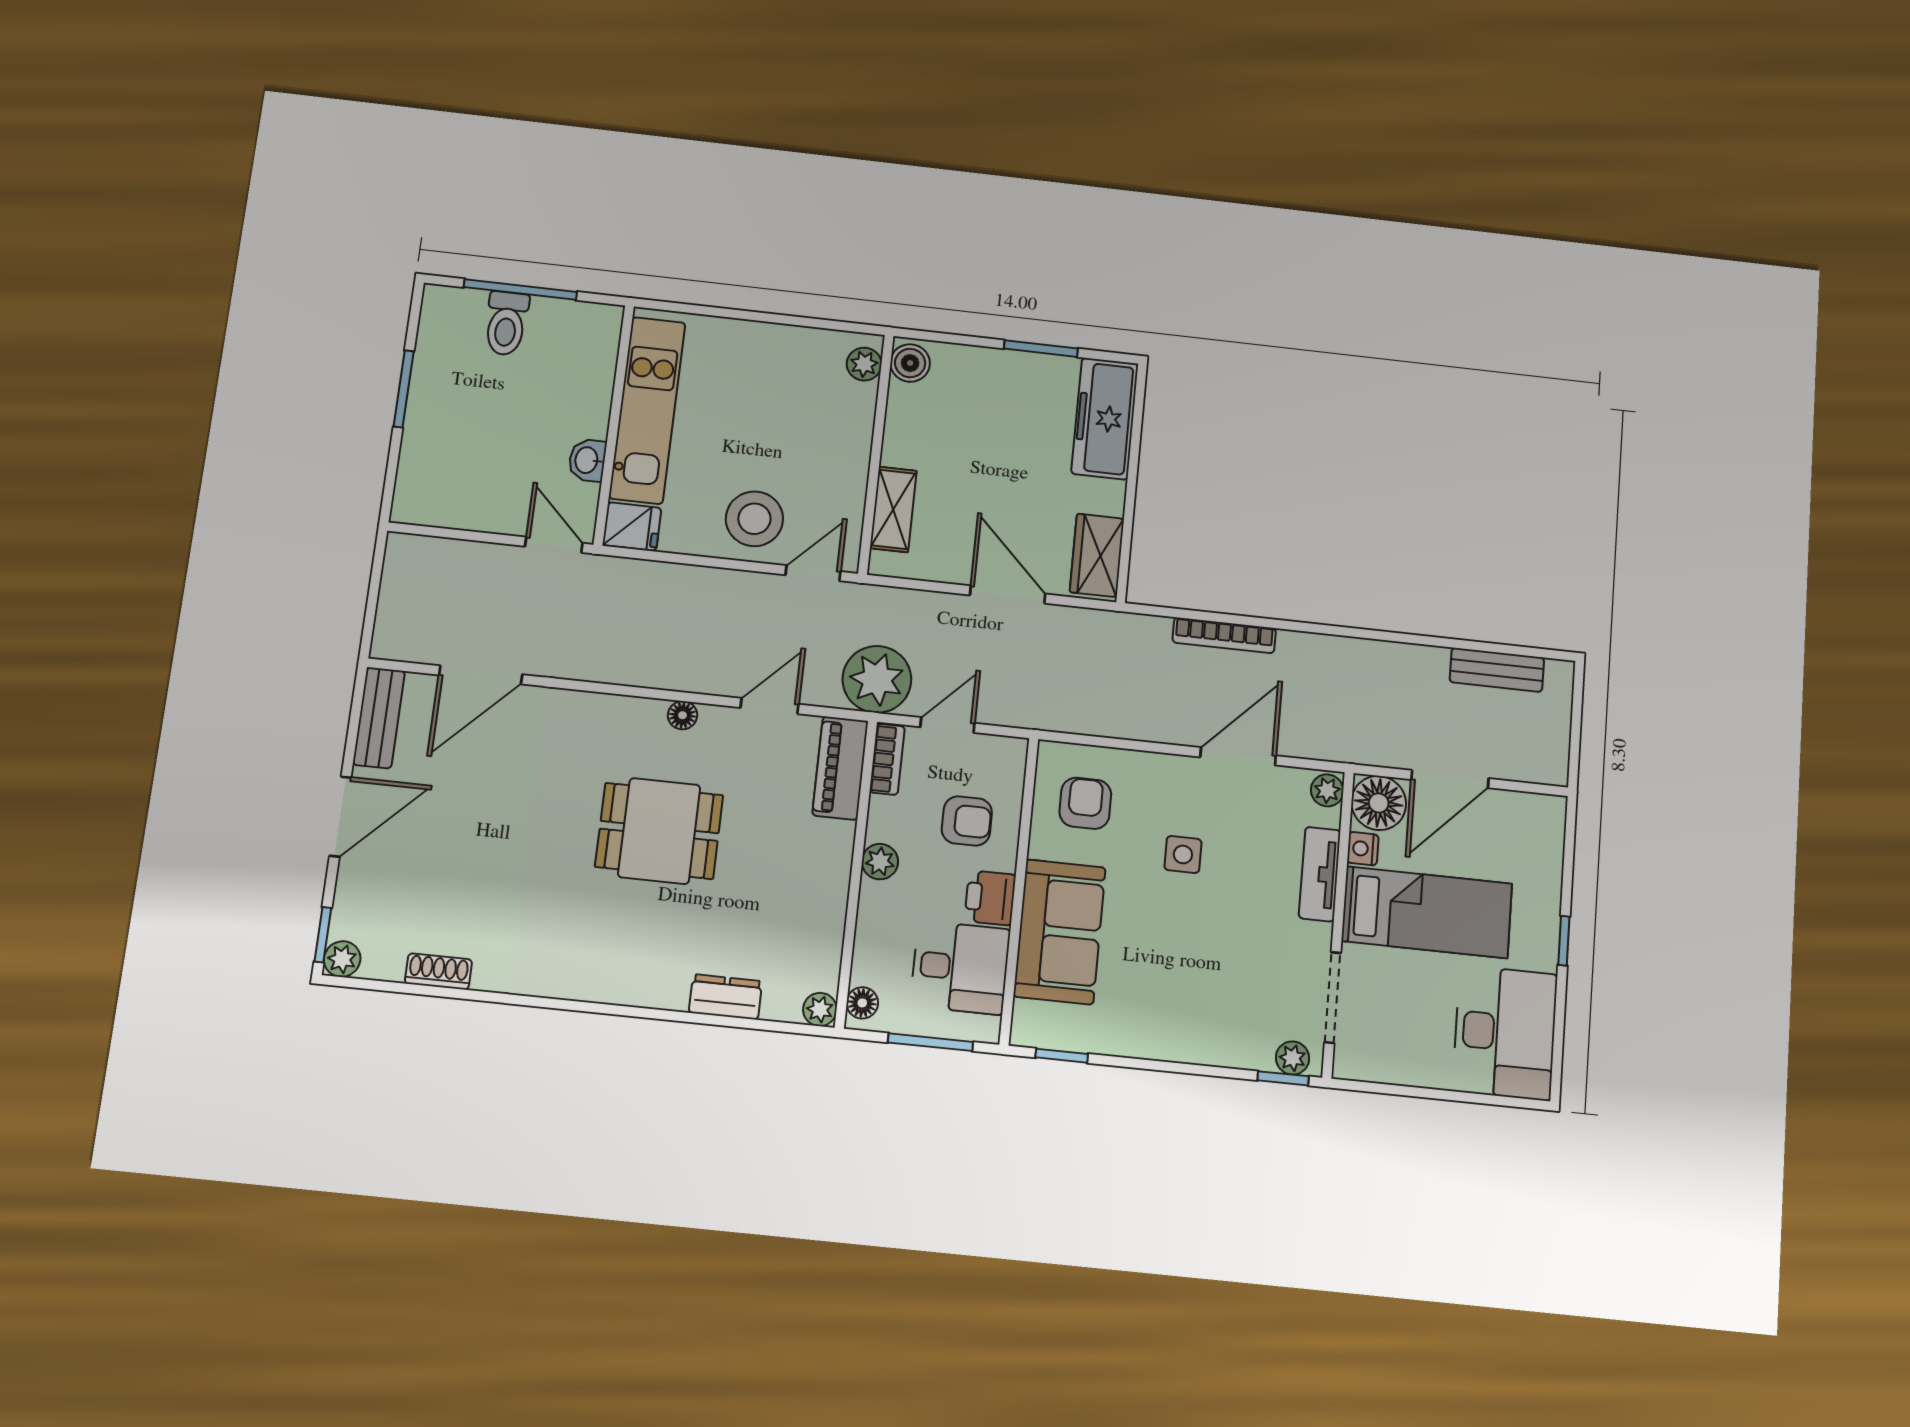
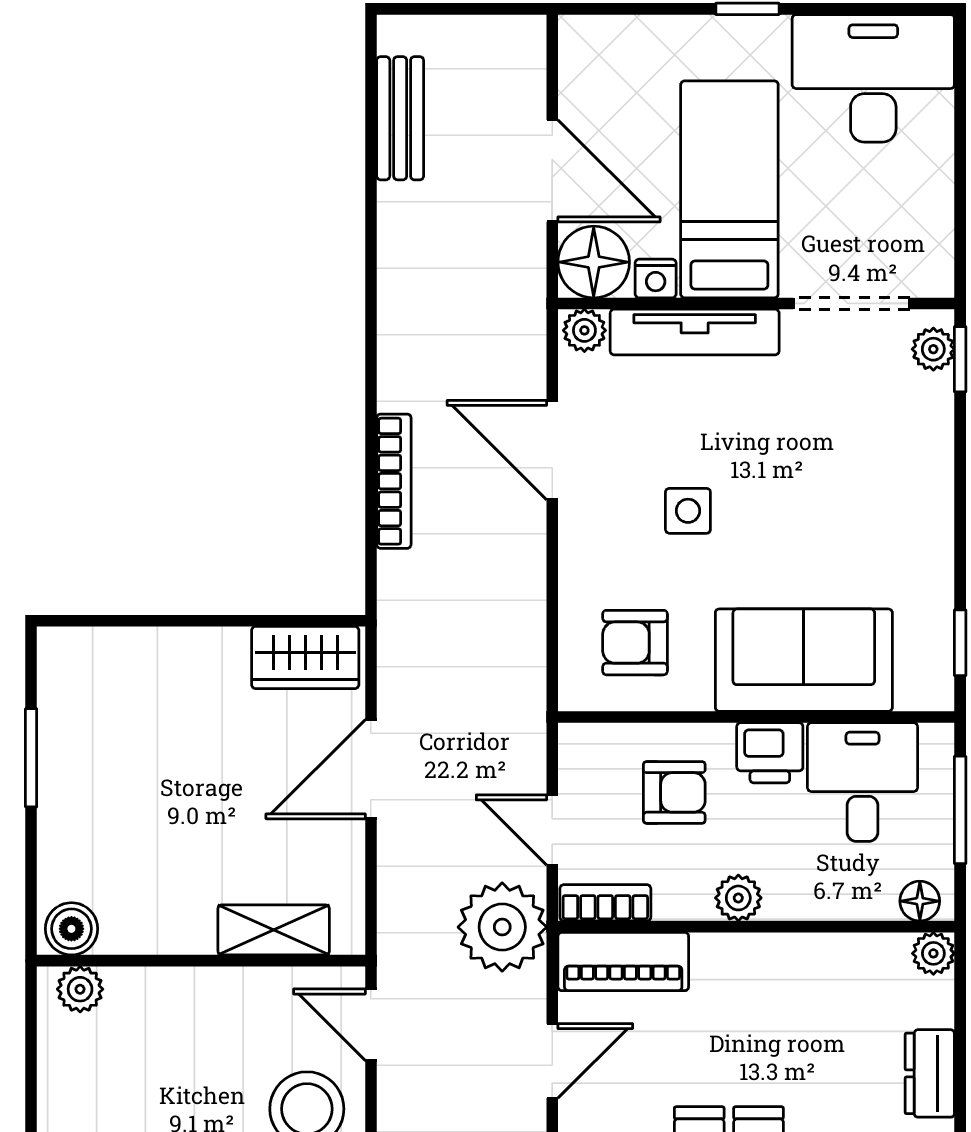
freezer: (1105, 419) -> (118, 664), removed
door: (770, 706) -> (552, 1061), swing flipped
armchair: (967, 821) -> (674, 792), turned 90
tv unit: (1320, 874) -> (695, 332), width x1.41

